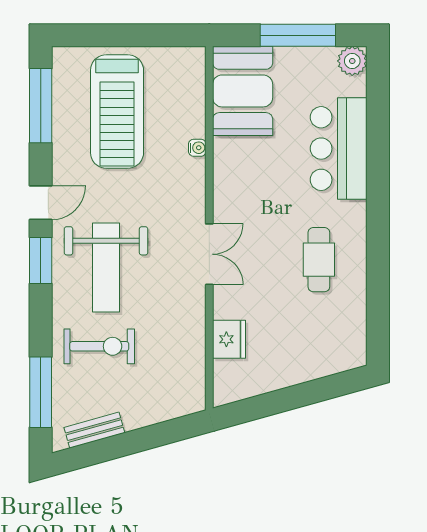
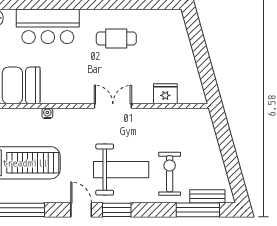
bench: (94, 430) -> (207, 196), moved, turned -74

